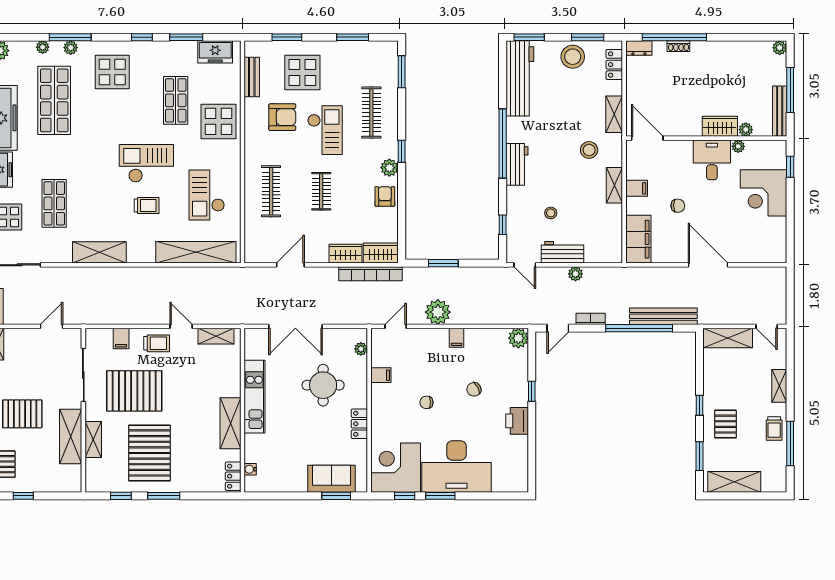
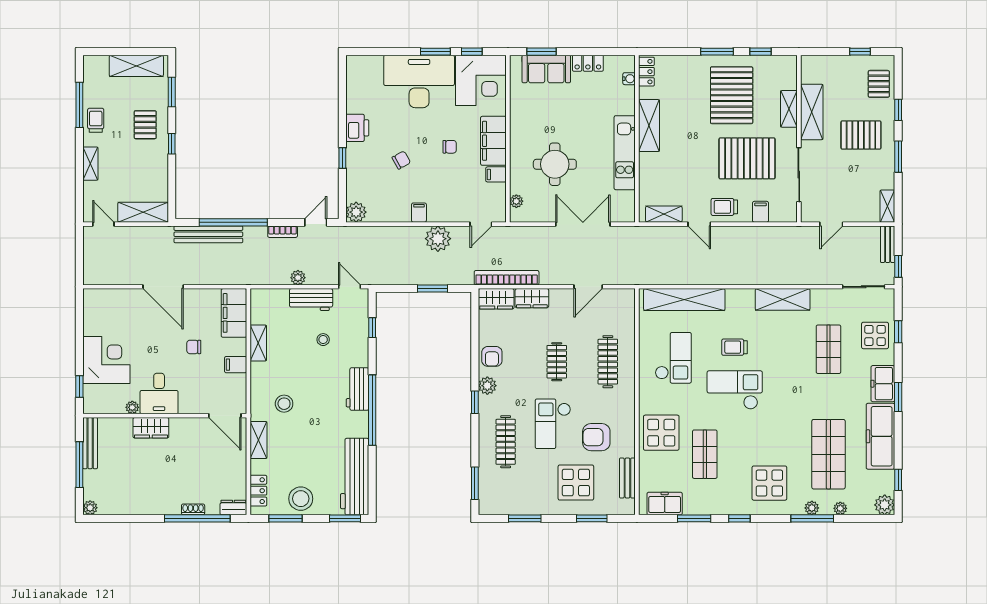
plant: (746, 130) -> (125, 424), removed
checkout: (146, 163) -> (735, 390), turned 180
shelving: (614, 185) -> (258, 343), moved
filing cabinet: (383, 408) -> (493, 141), added
locker: (359, 424) -> (588, 63), moved, turned 90

